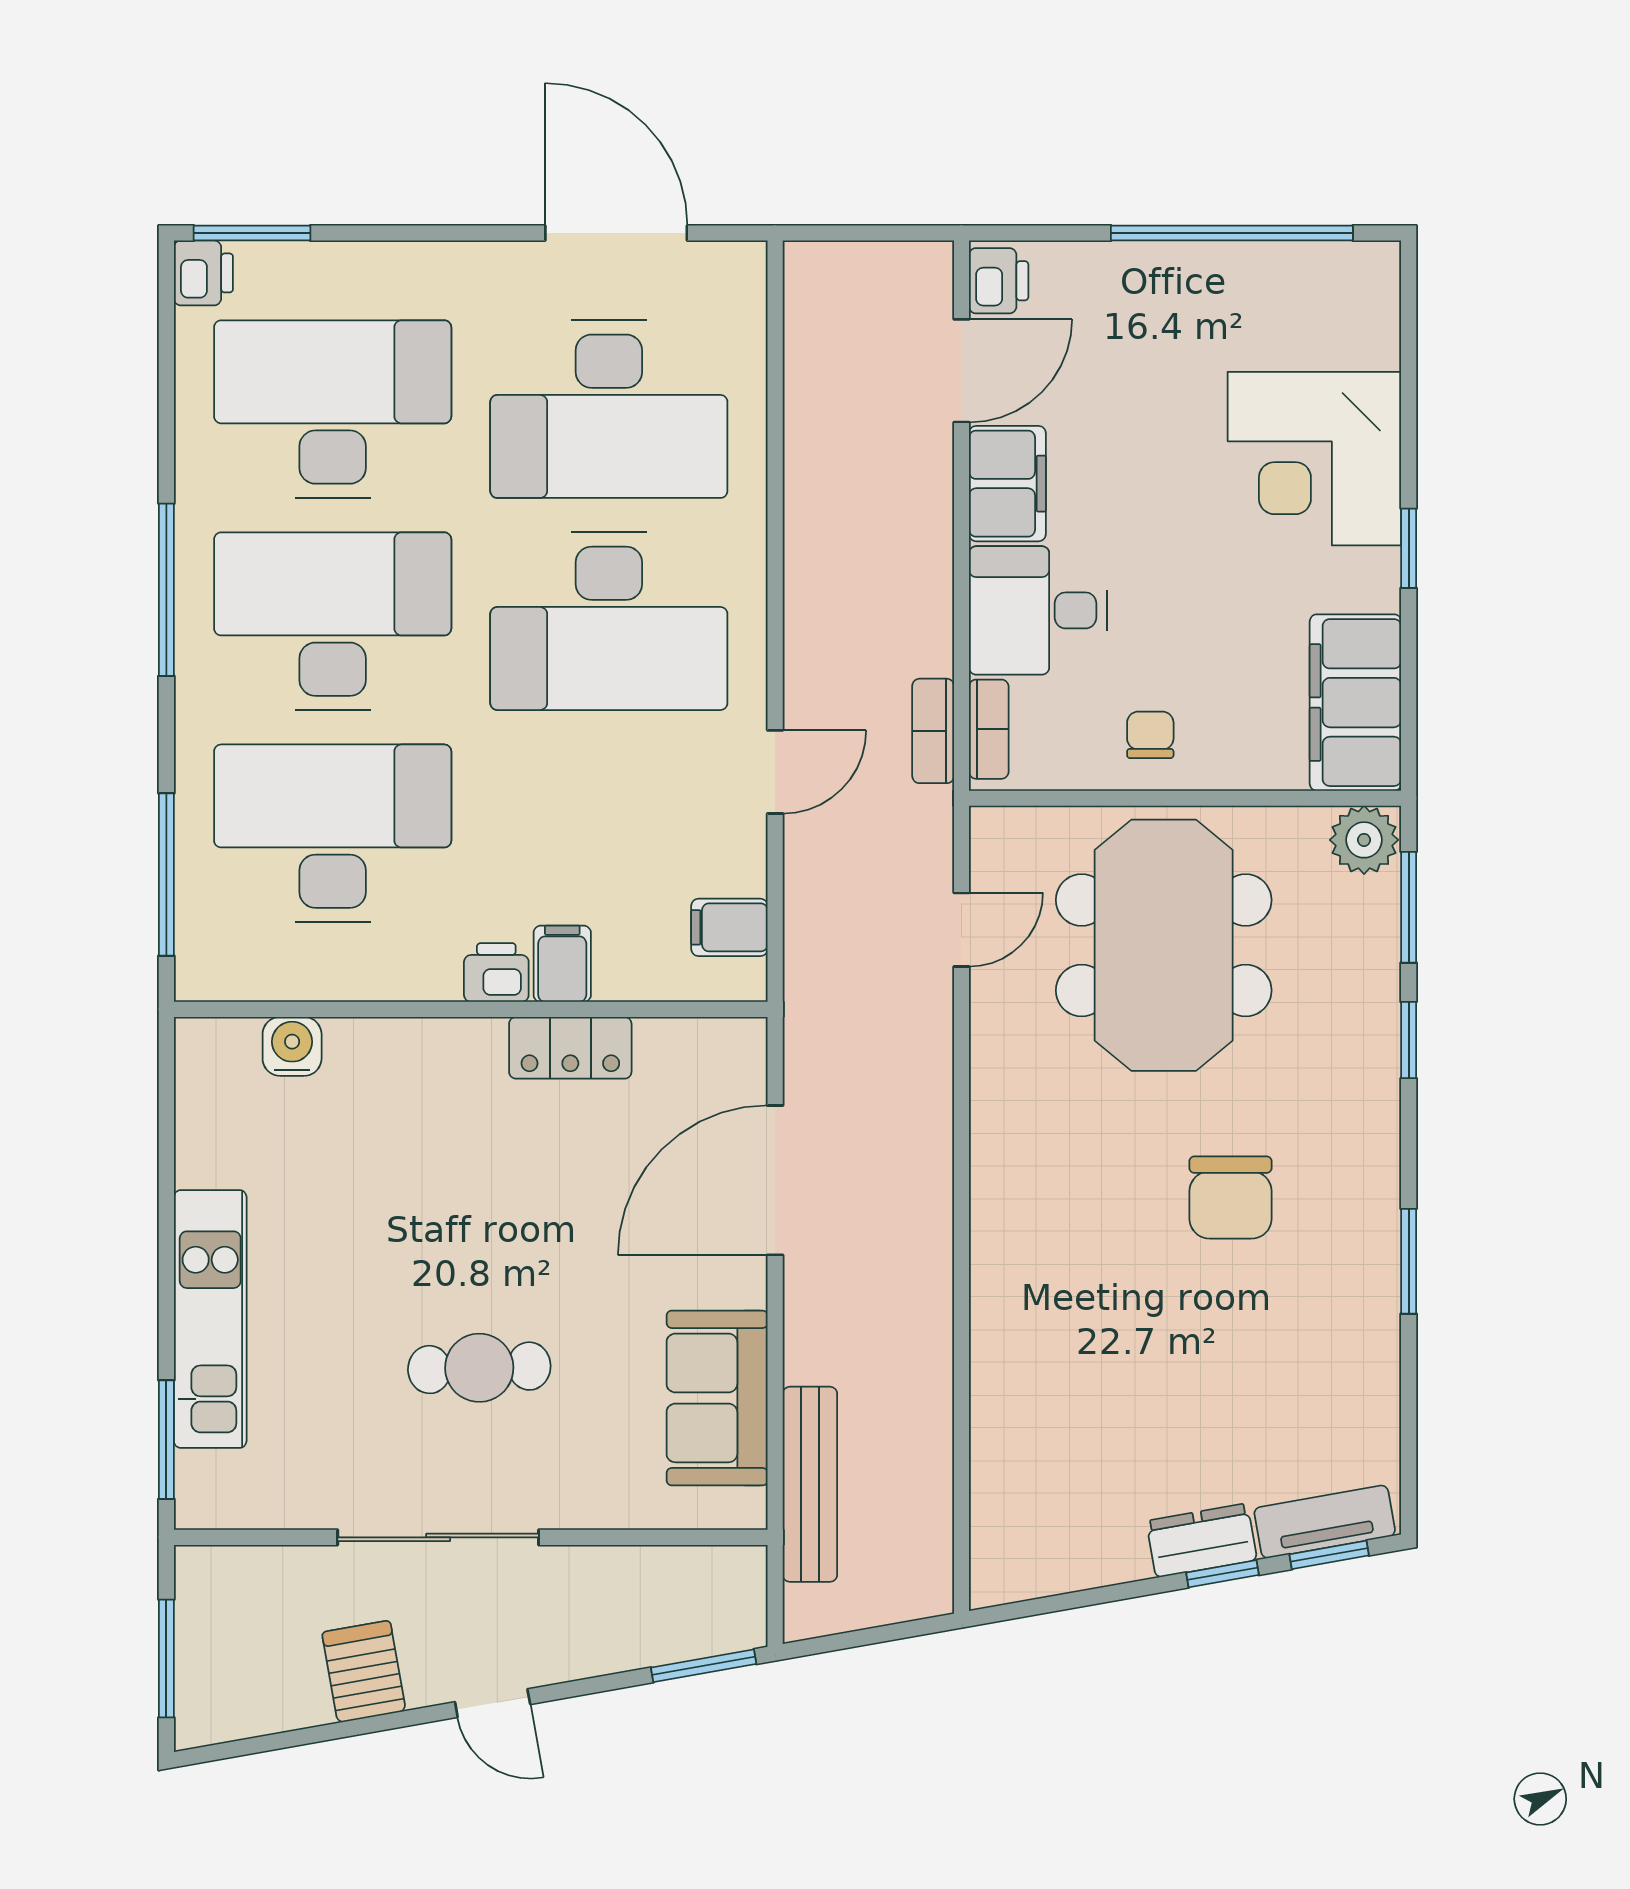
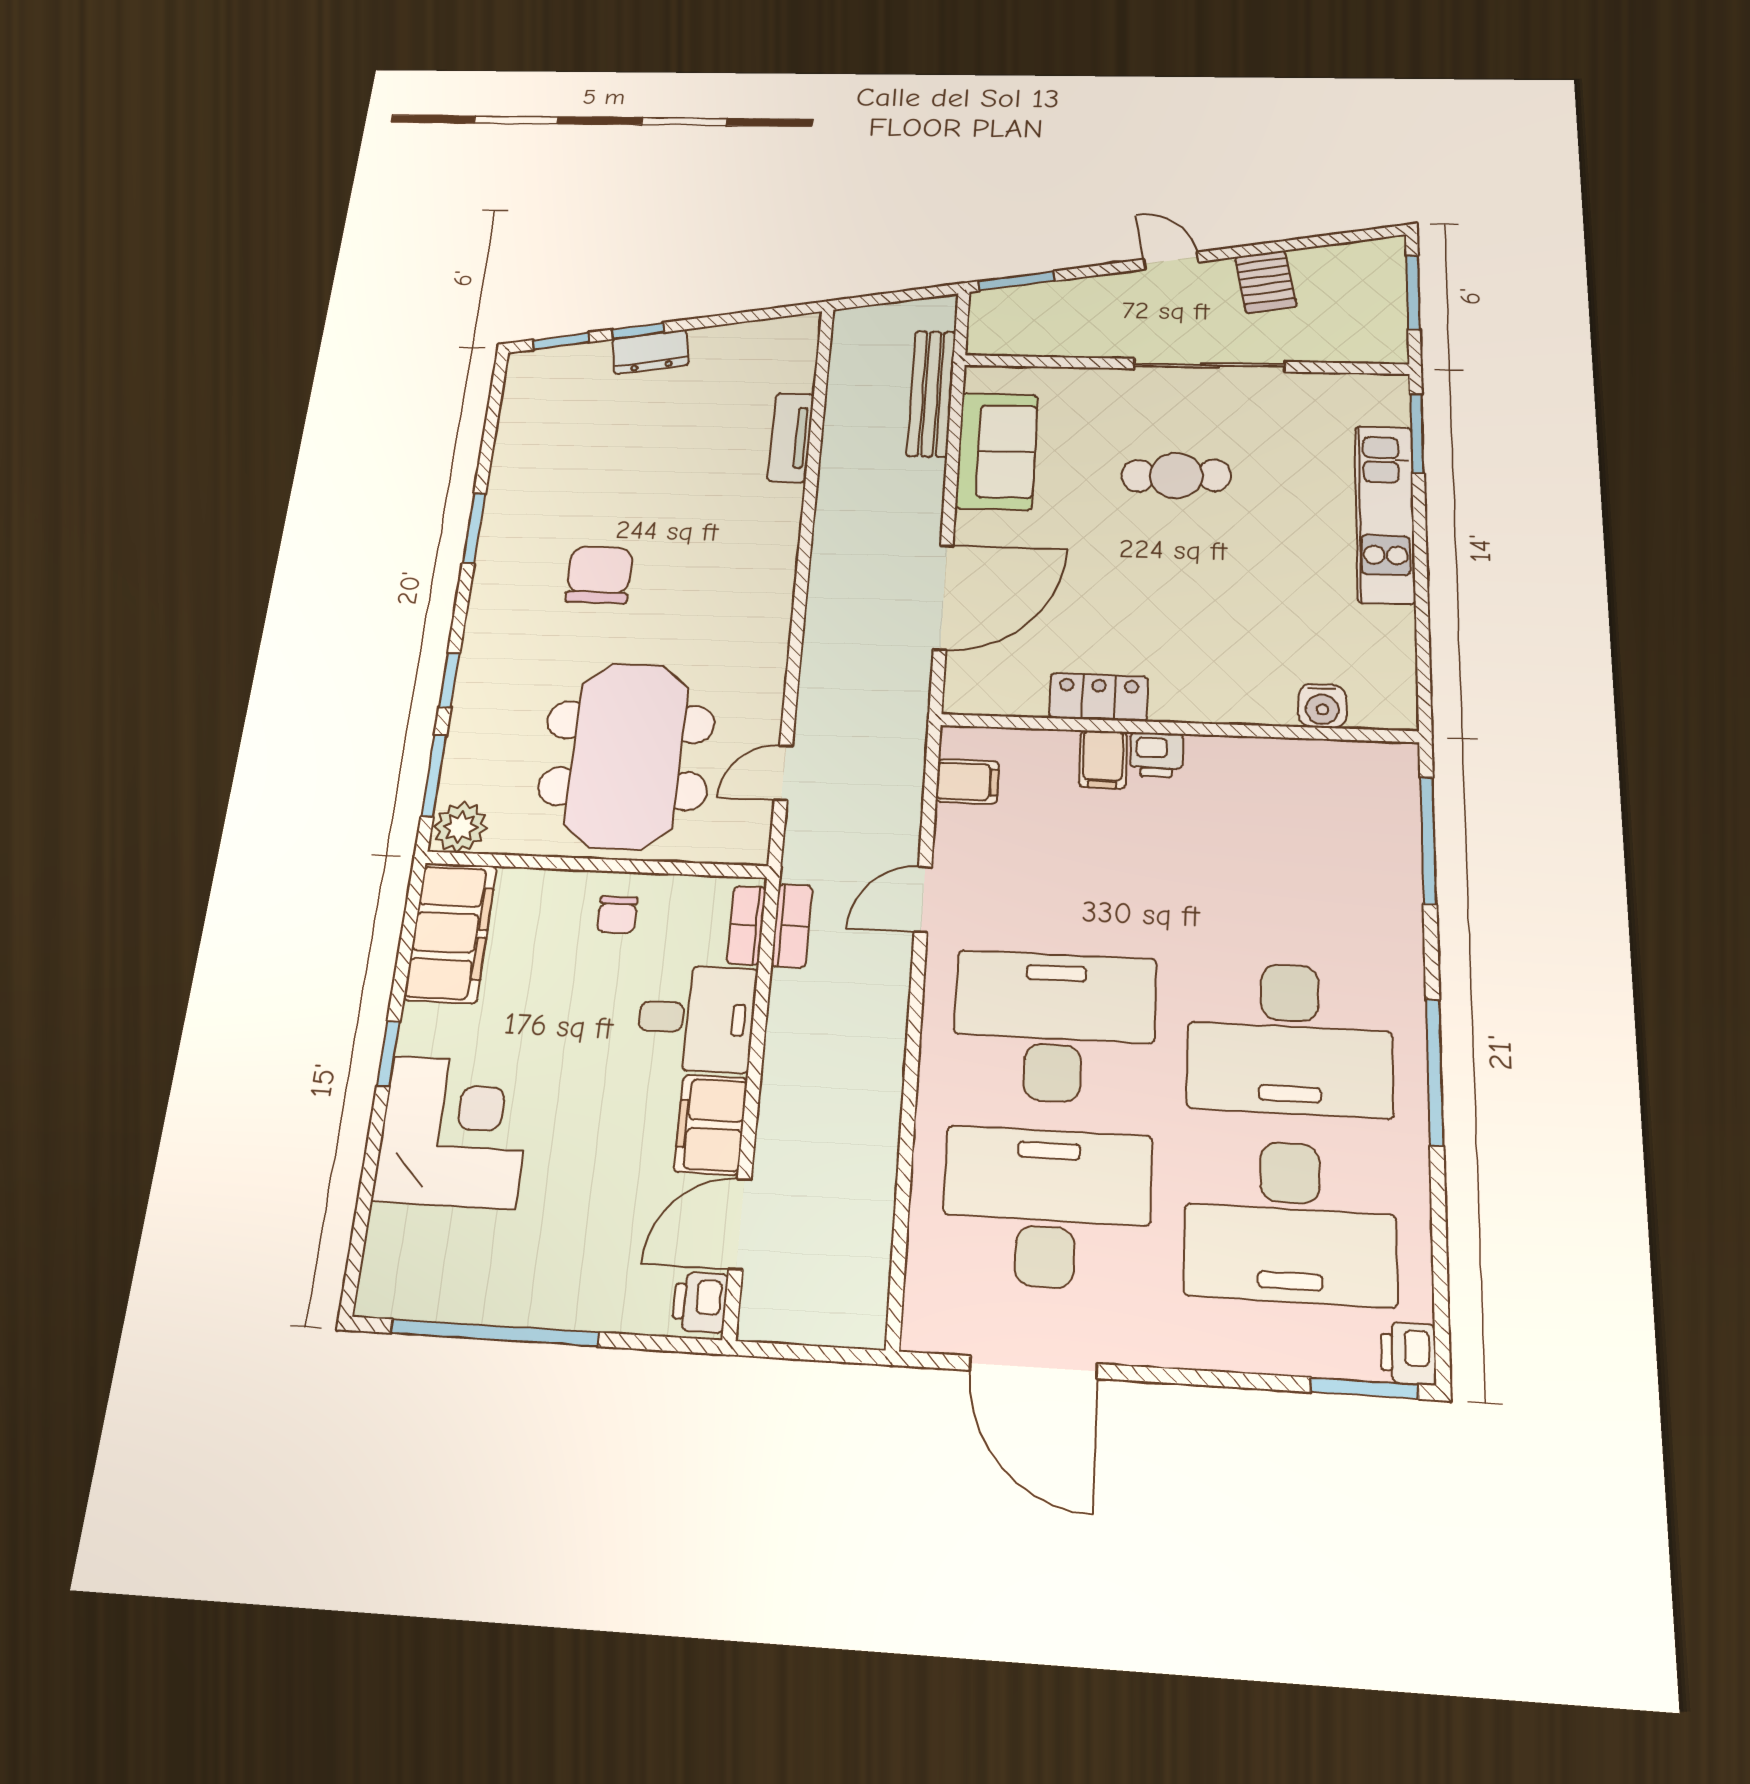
desk: (333, 833) -> (1290, 867), removed
tv unit: (1325, 1522) -> (791, 437), moved, turned 100

